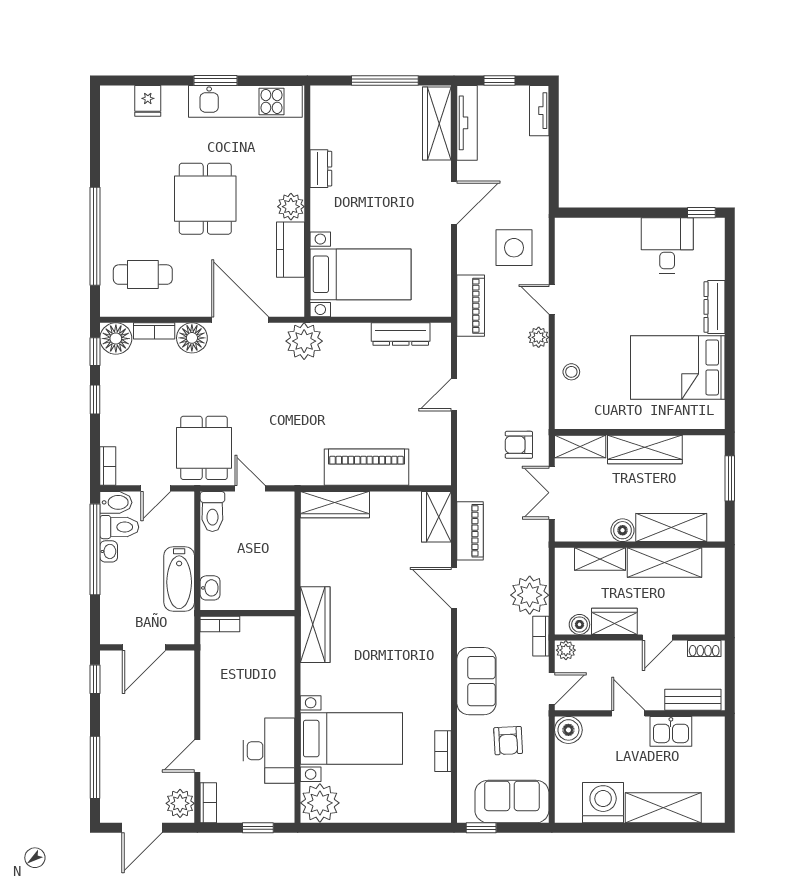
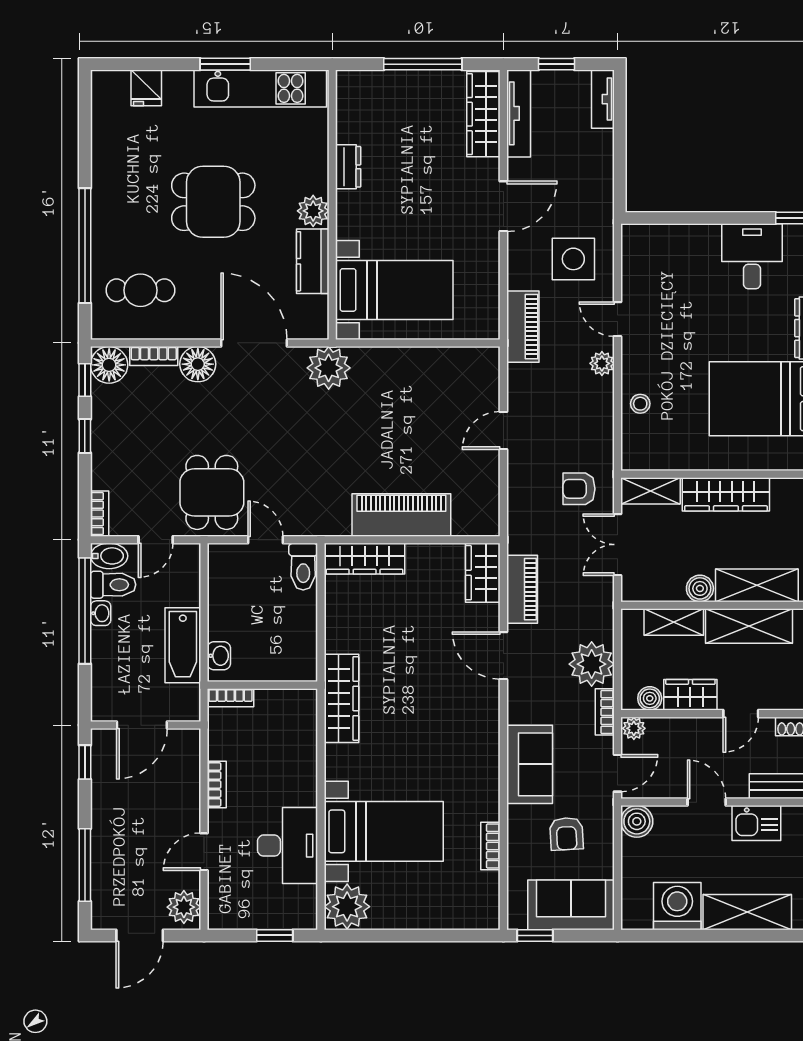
dining table: (205, 199) -> (213, 202), turned 90
dresser: (401, 334) -> (441, 360), removed
toilet: (212, 511) -> (303, 567), moved
bookcase: (208, 803) -> (217, 784), moved

